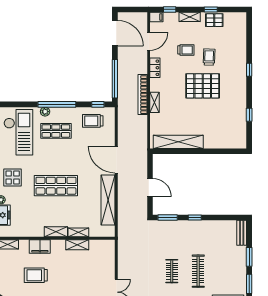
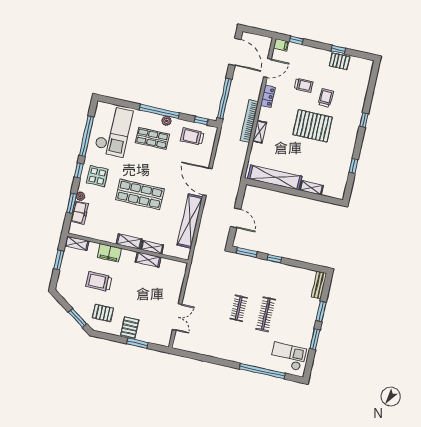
shelving: (190, 17) -> (311, 188), moved
plant: (45, 112) -> (166, 121), moved

